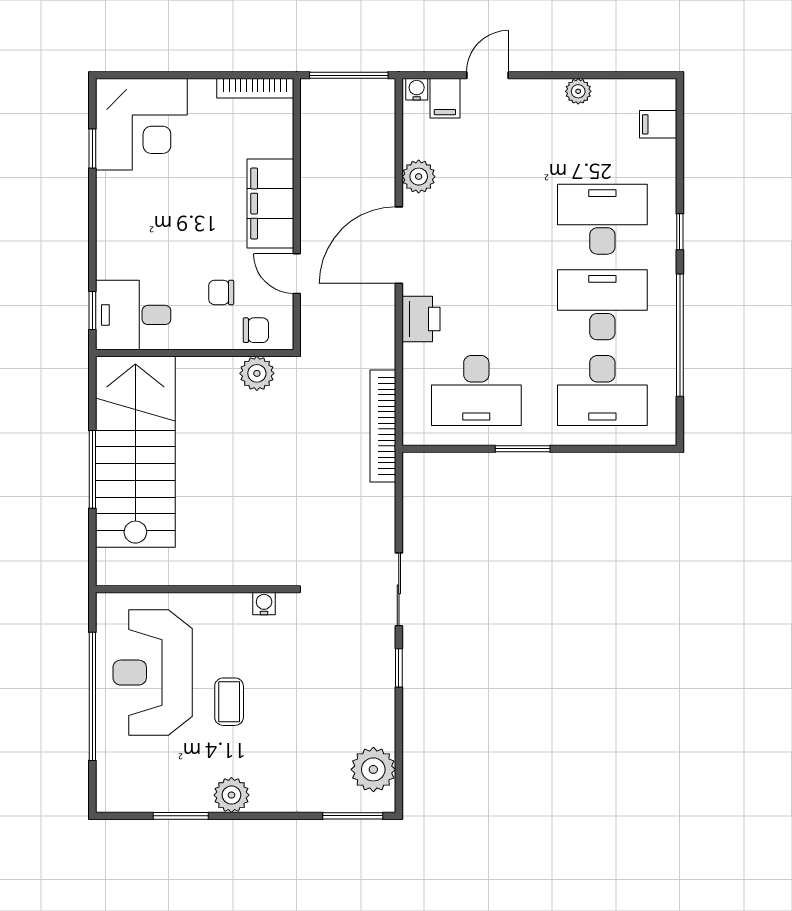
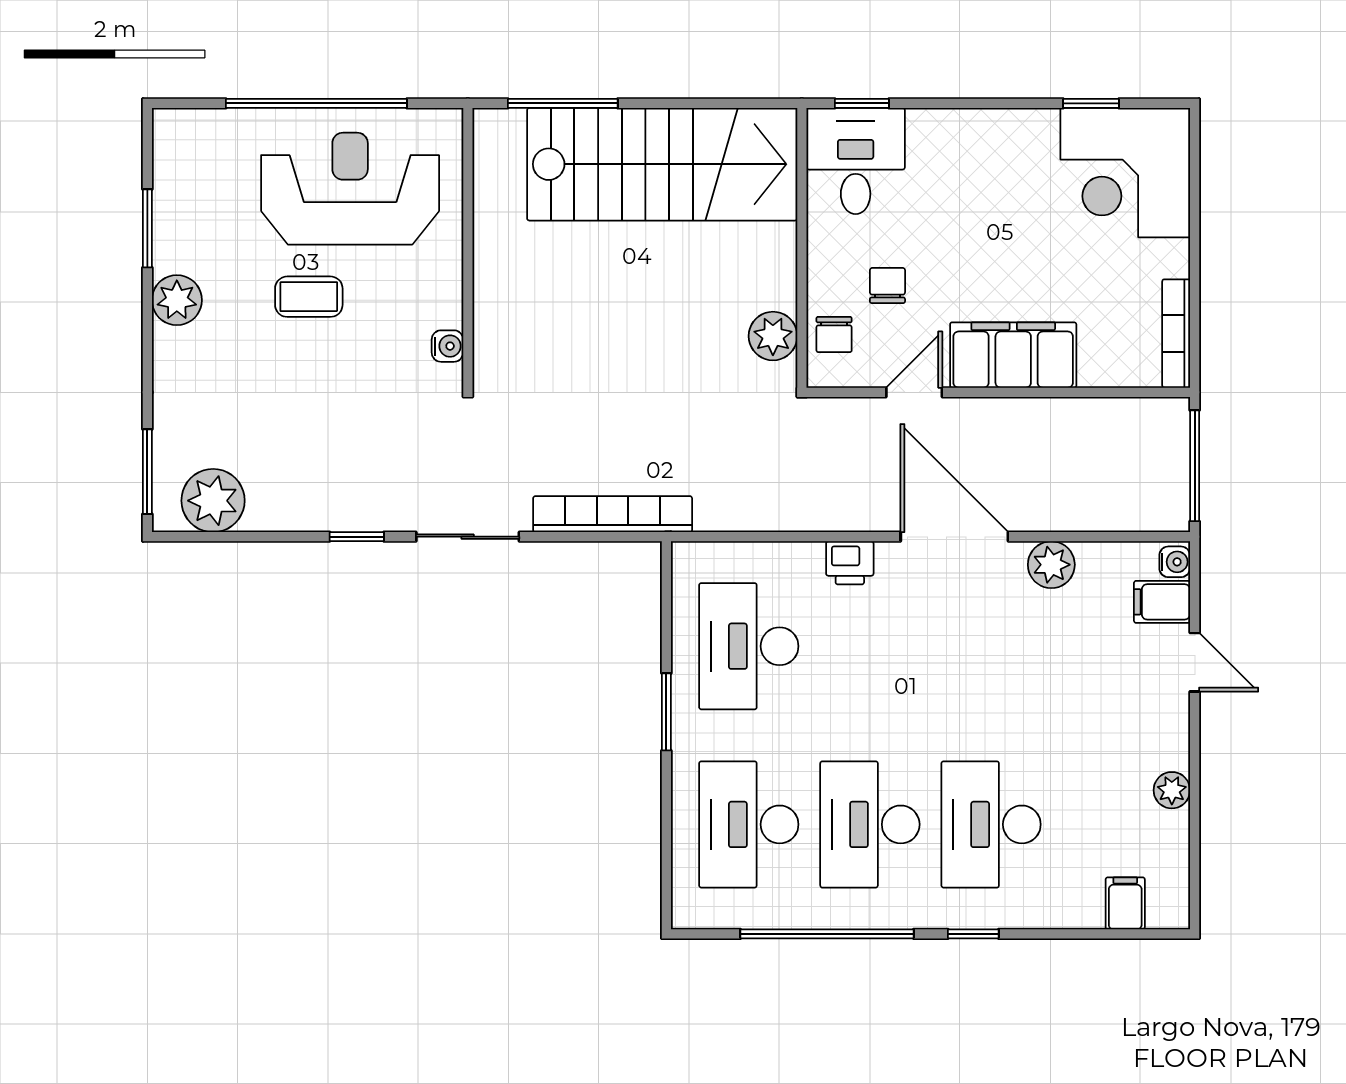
desk: (602, 219) -> (991, 824), turned 180
desk: (602, 305) -> (870, 824), turned 180
printer: (421, 319) -> (850, 563), width x0.73, depth x0.81
bookcase: (383, 426) -> (613, 514), moved
window: (92, 469) -> (563, 103), moved

